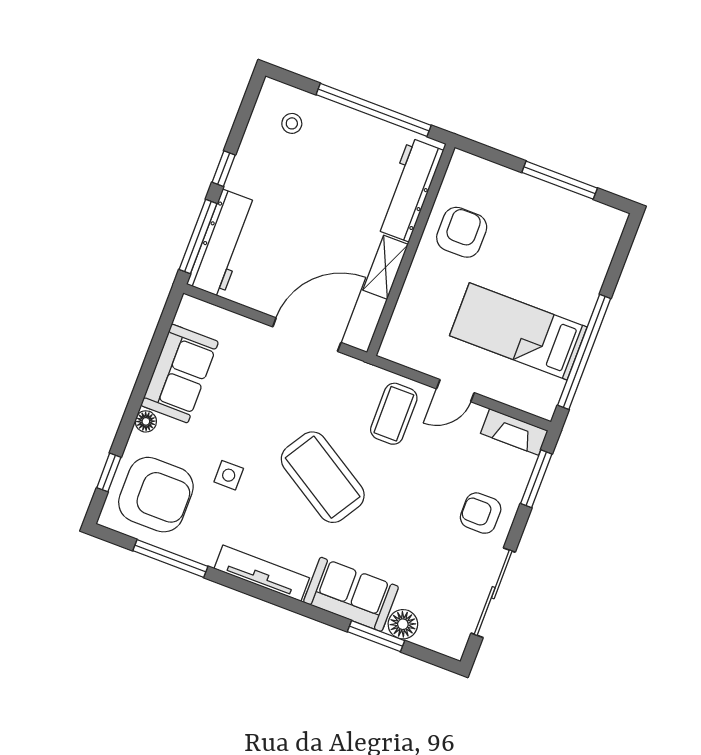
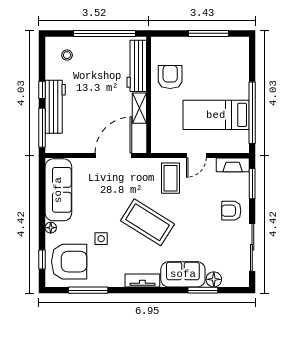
workbench: (222, 243) -> (55, 107), moved
sofa: (180, 374) -> (58, 190), width x1.36
tv unit: (262, 573) -> (142, 280), width x0.71

